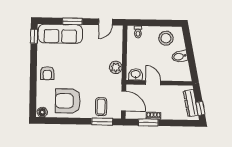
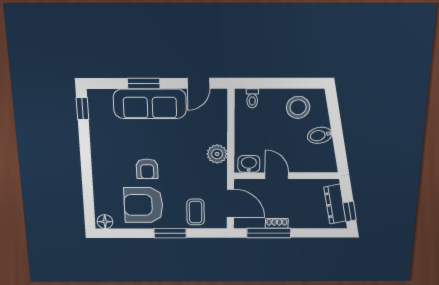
sofa: (60, 34) -> (150, 104), moved
armchair: (47, 73) -> (147, 169), moved
window: (102, 122) -> (170, 233), moved
window: (148, 122) -> (269, 233), width x1.44

